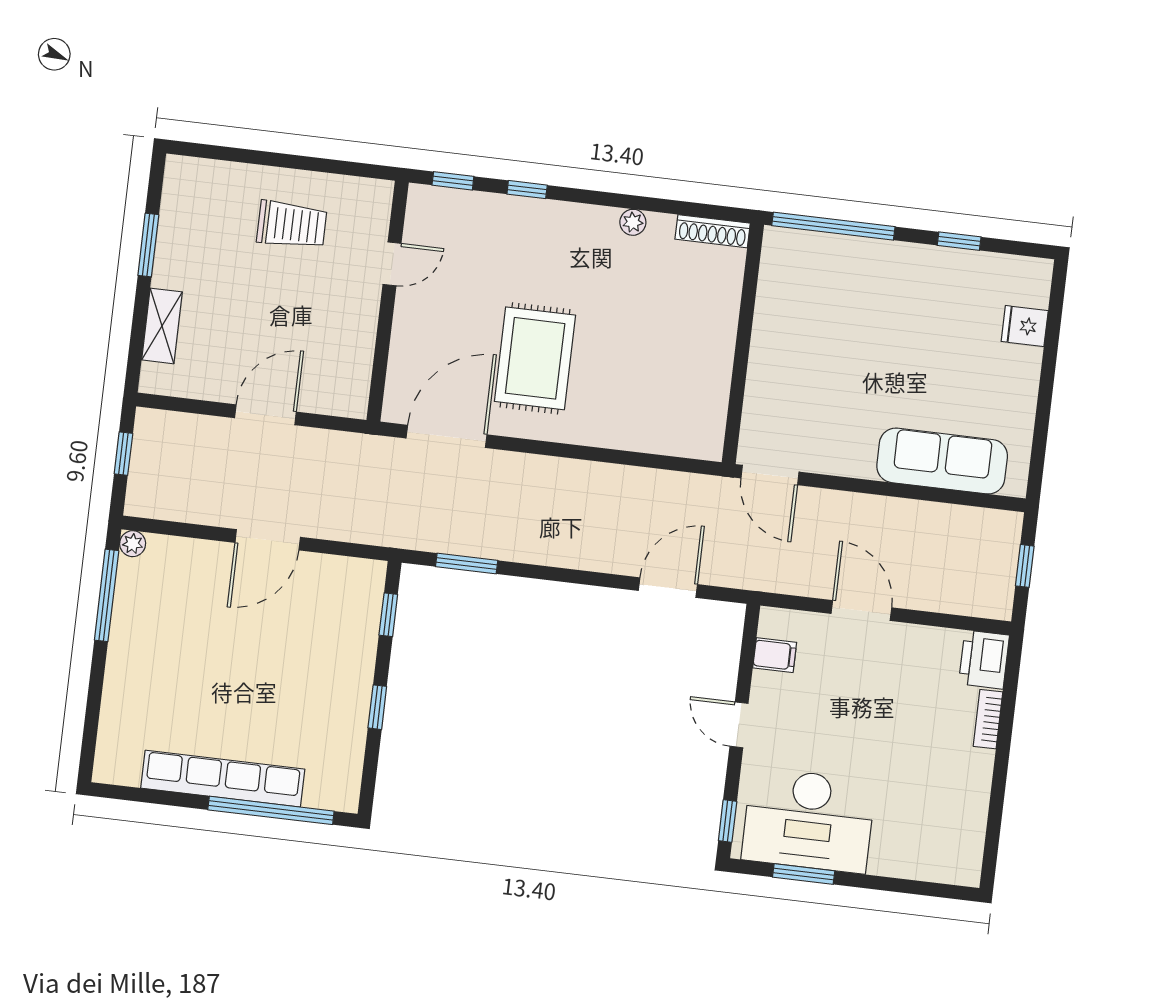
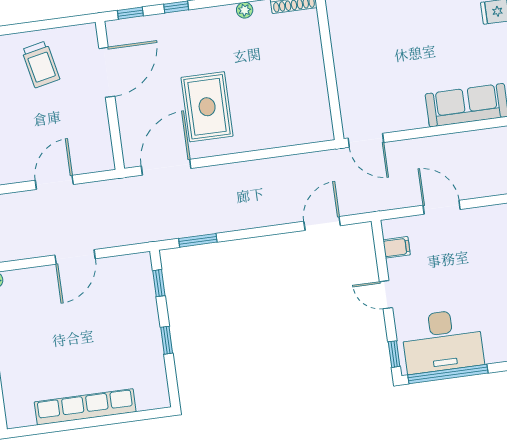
trolley: (292, 225) -> (41, 64), turned 78
door: (392, 264) -> (107, 72), width x1.87
window: (271, 810) -> (119, 418), removed
window: (804, 874) -> (448, 374), width x2.11

